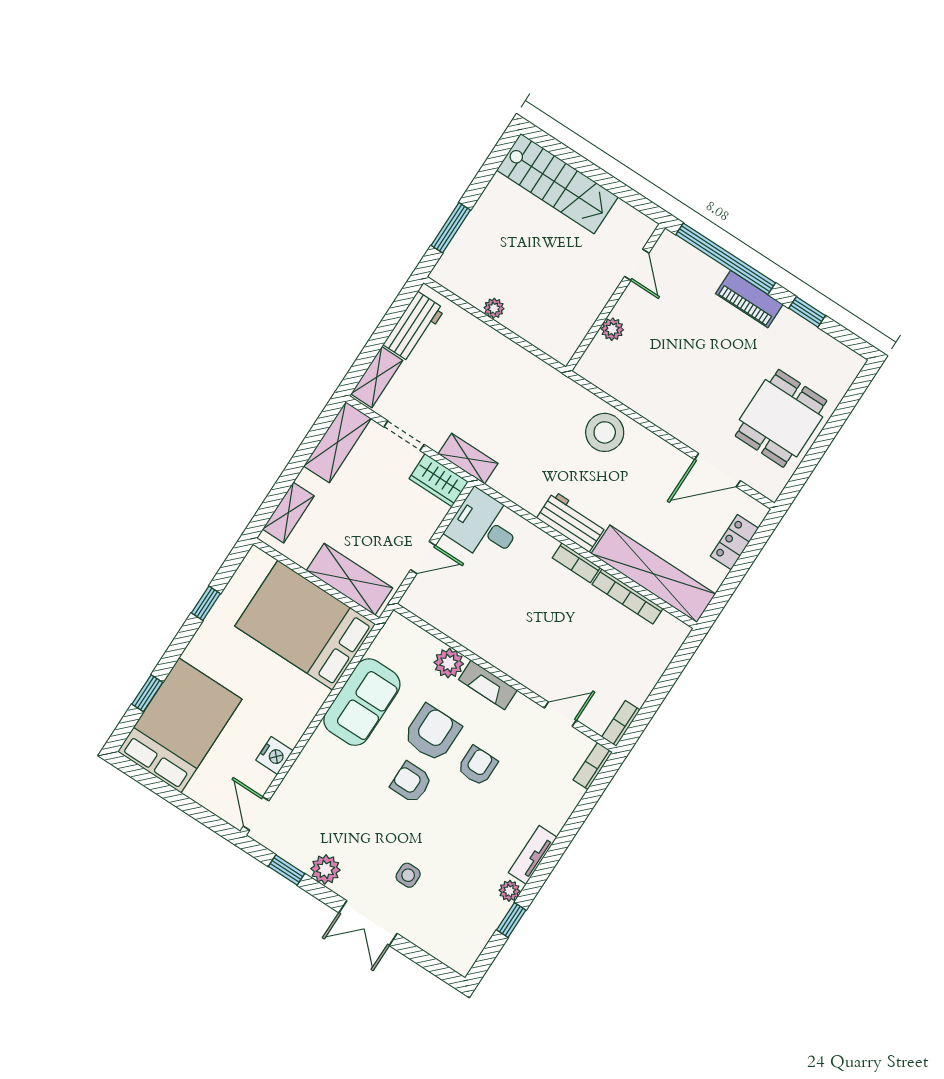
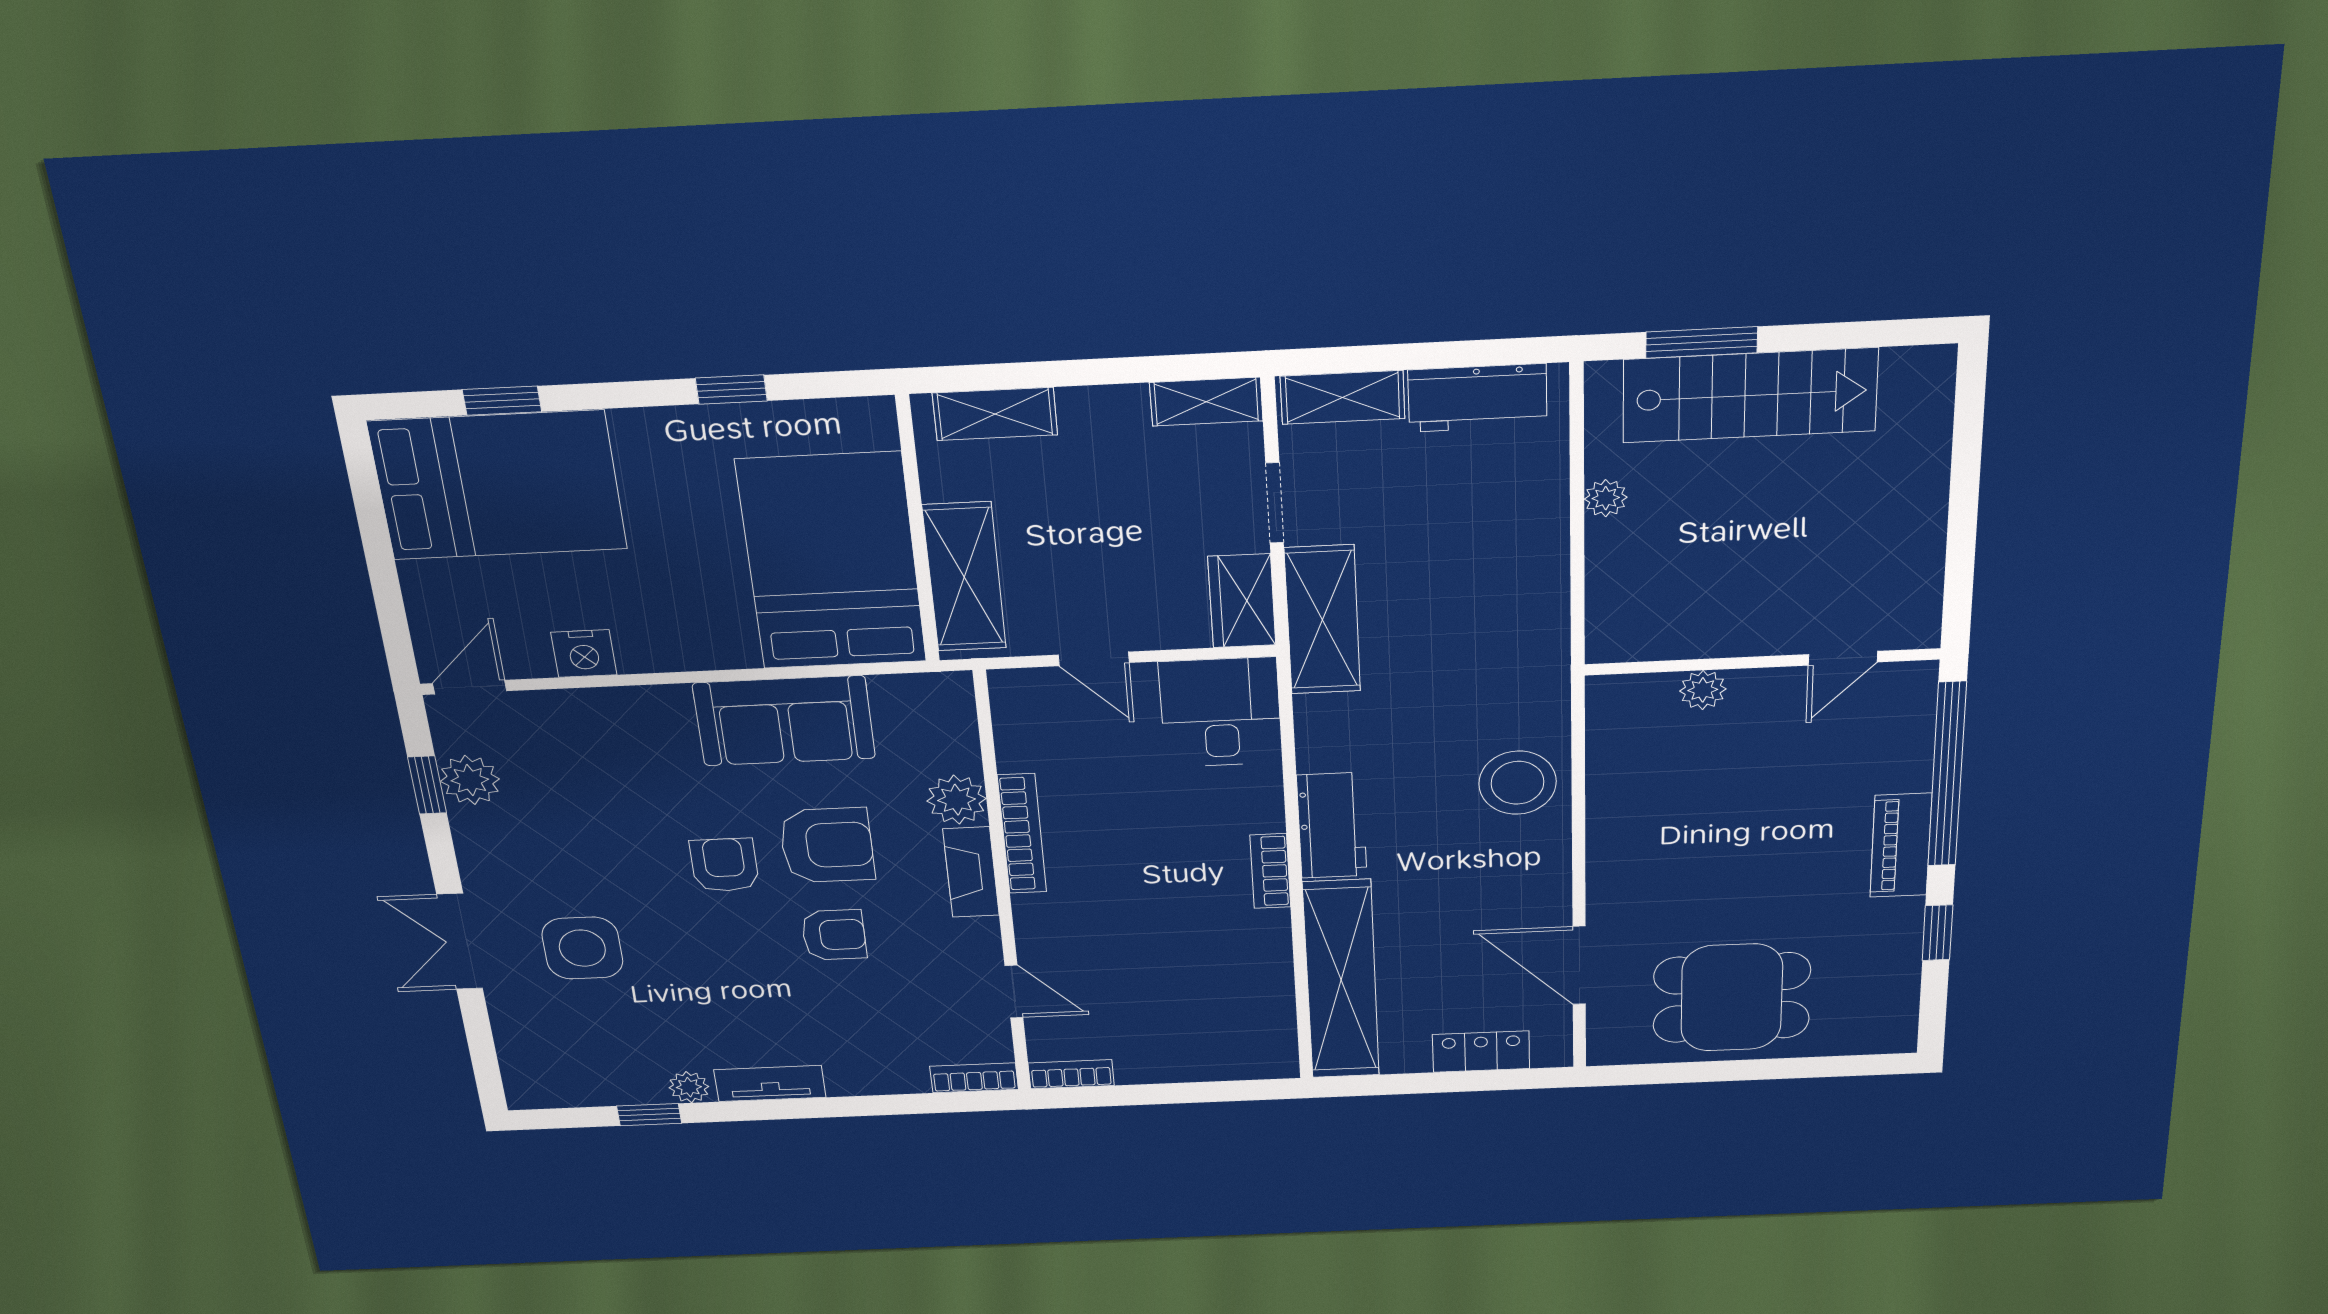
stairs: (557, 183) -> (1750, 395), moved, turned -90
shelving: (337, 442) -> (1206, 402), width x0.67, depth x0.75
shelving: (468, 459) -> (1322, 620), width x1.50, depth x1.33
bookcase: (628, 596) -> (1022, 834), moved, turned 180
plant: (325, 869) -> (470, 780), moved
side table: (408, 875) -> (582, 948), width x1.87, depth x1.87

